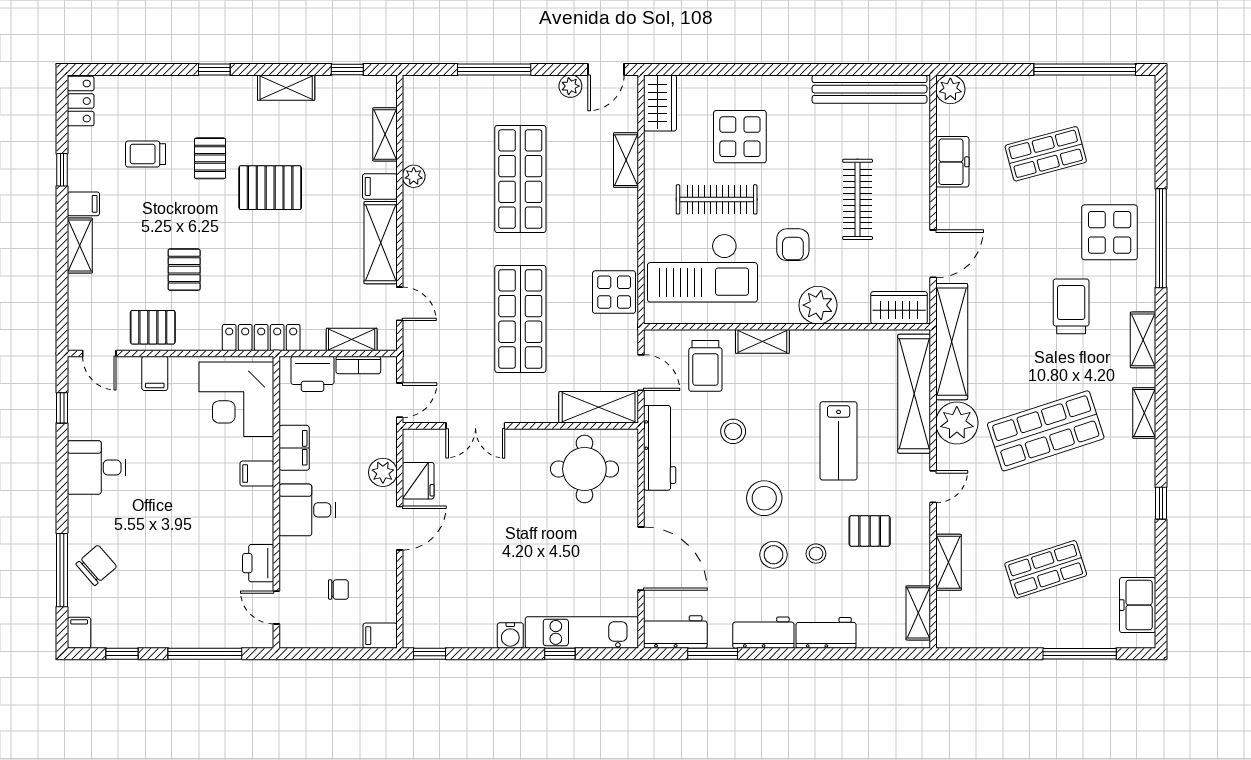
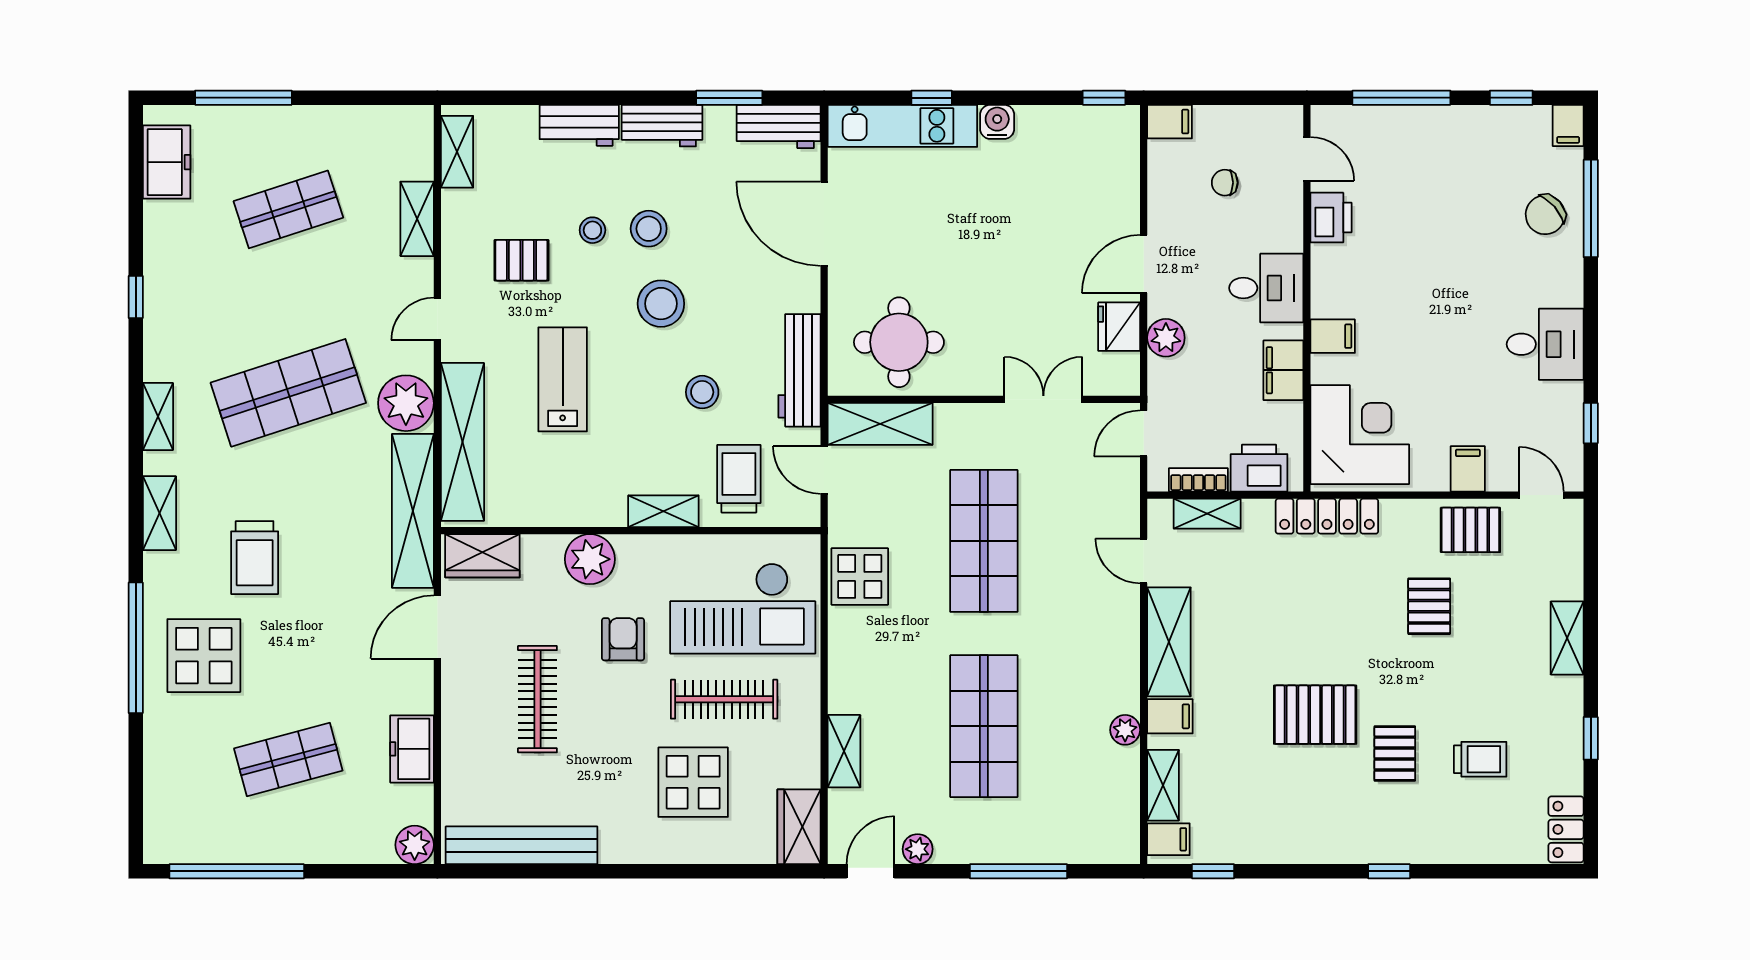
shelving: (286, 88) -> (1294, 847), removed
filing cabinet: (83, 204) -> (1168, 839), moved, turned 180
checkout: (702, 268) -> (743, 608), turned 180

